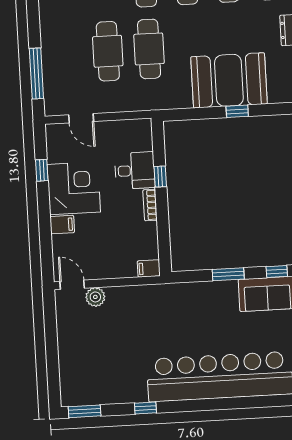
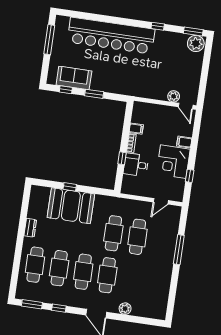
window: (36, 74) -> (179, 250), moved
door: (81, 118) -> (161, 201), swing flipped
filing cabinet: (149, 268) -> (136, 129), moved
plant: (76, 392) -> (196, 43), added

